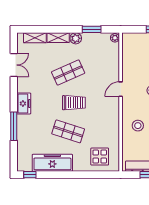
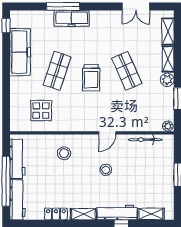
bicycle: (126, 57) -> (145, 140), added
door: (121, 89) -> (107, 133), swing flipped
freezer: (24, 104) -> (72, 18), moved, width x1.40
display table: (100, 157) -> (41, 111), moved

